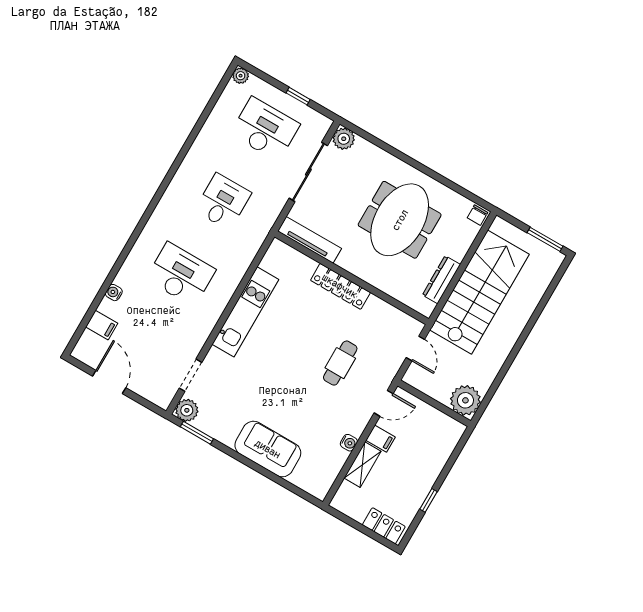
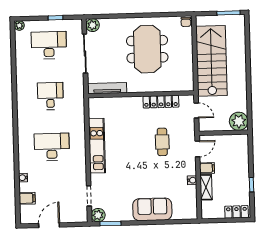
dresser: (441, 280) -> (188, 67), removed
locker: (340, 286) -> (161, 102), moved
door: (109, 382) -> (49, 225), hinge flipped

